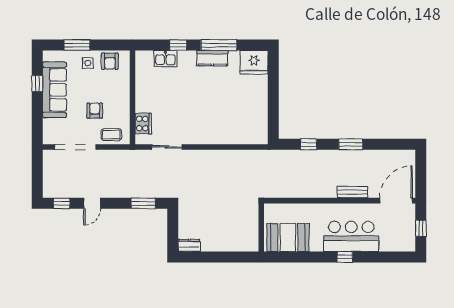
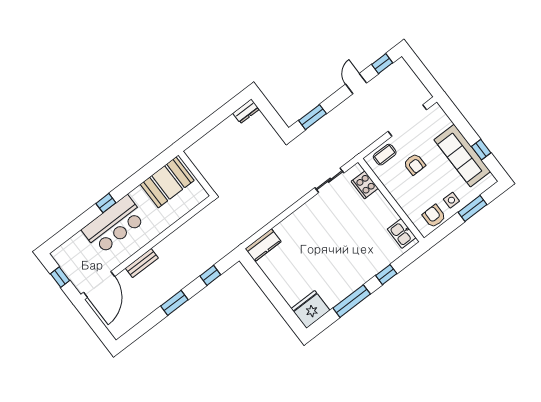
kitchen counter: (212, 58) -> (263, 245), moved, turned 180
kitchen sink: (165, 59) -> (402, 233), moved, turned -90

